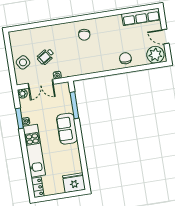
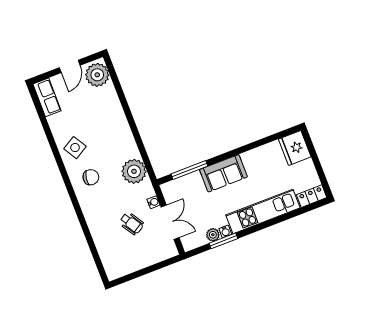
row of seats: (141, 17) -> (47, 97), width x0.68
chair: (125, 58) -> (111, 114), removed
side table: (23, 62) -> (75, 148), moved
plant: (82, 66) -> (134, 171), added
plant: (22, 94) -> (213, 235), moved

